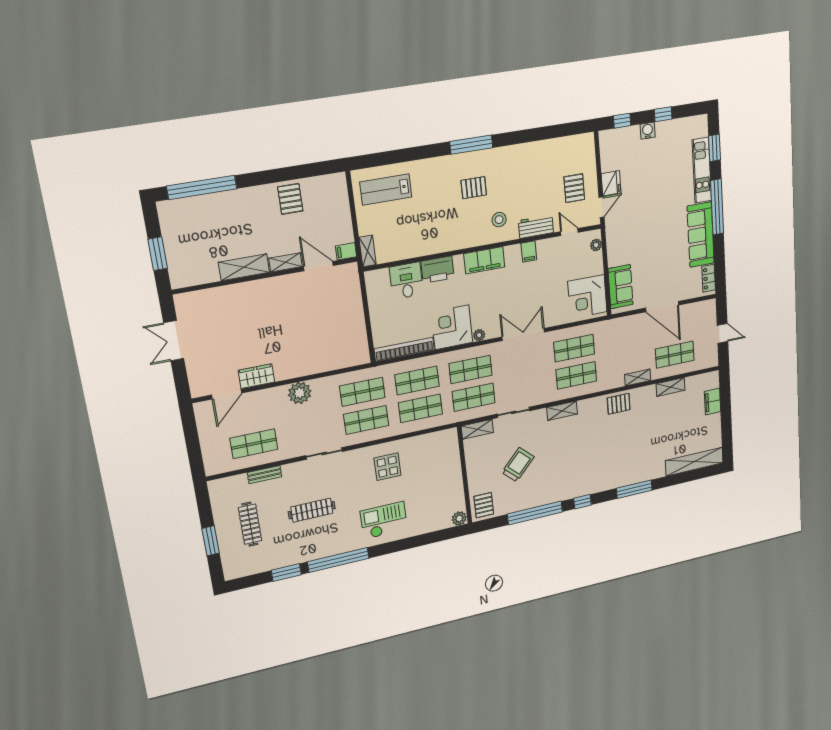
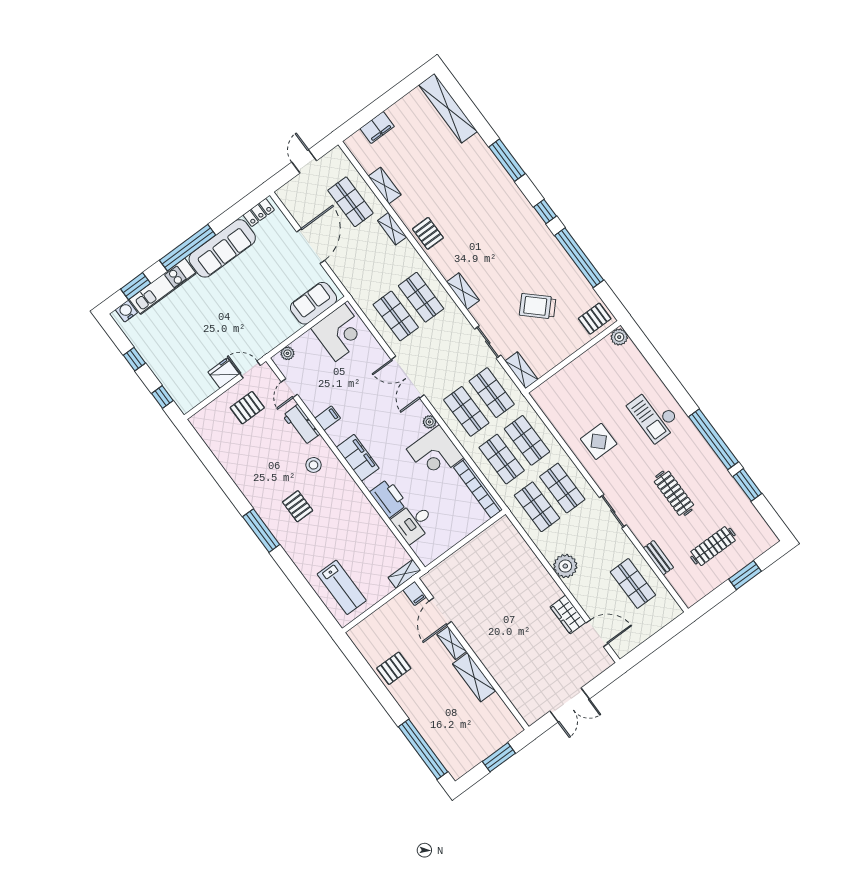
water cooler: (648, 131) -> (126, 311), moved, turned 90

